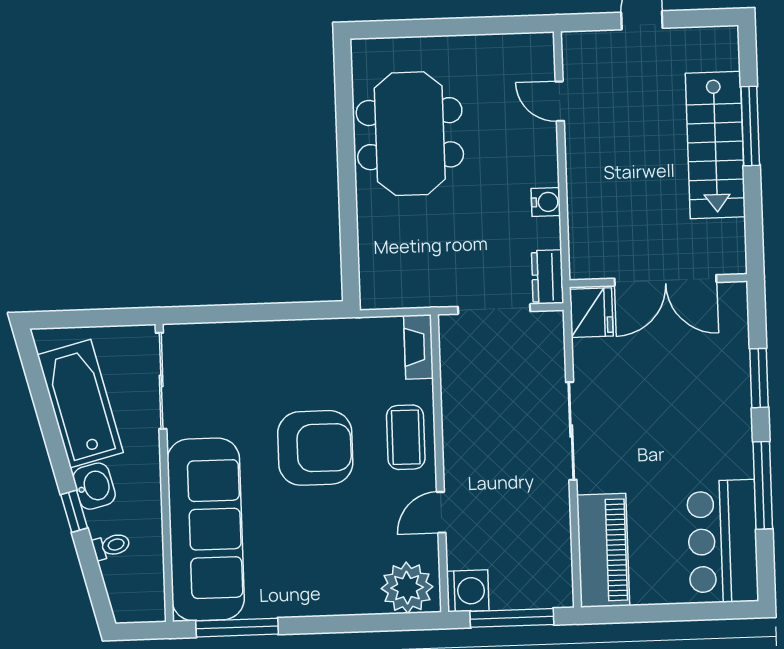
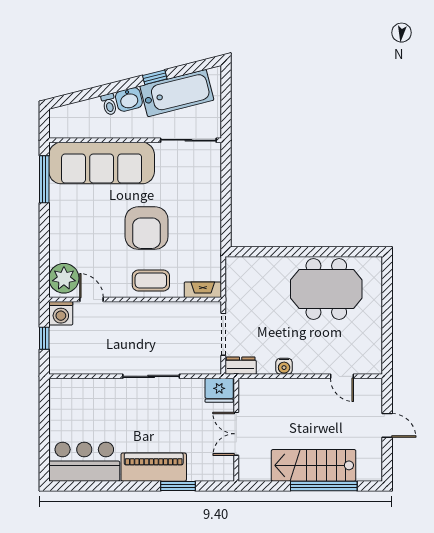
door: (560, 101) -> (342, 376), swing flipped
window: (750, 126) -> (324, 486), width x1.46
double door: (665, 280) -> (236, 434), width x0.73
window: (763, 485) -> (116, 486), removed
window: (74, 511) -> (155, 77), moved
door: (441, 512) -> (91, 300), moved
toilet: (111, 546) -> (109, 104), moved
piano: (603, 550) -> (154, 467), moved, turned 180
window: (512, 618) -> (44, 338), width x0.46

